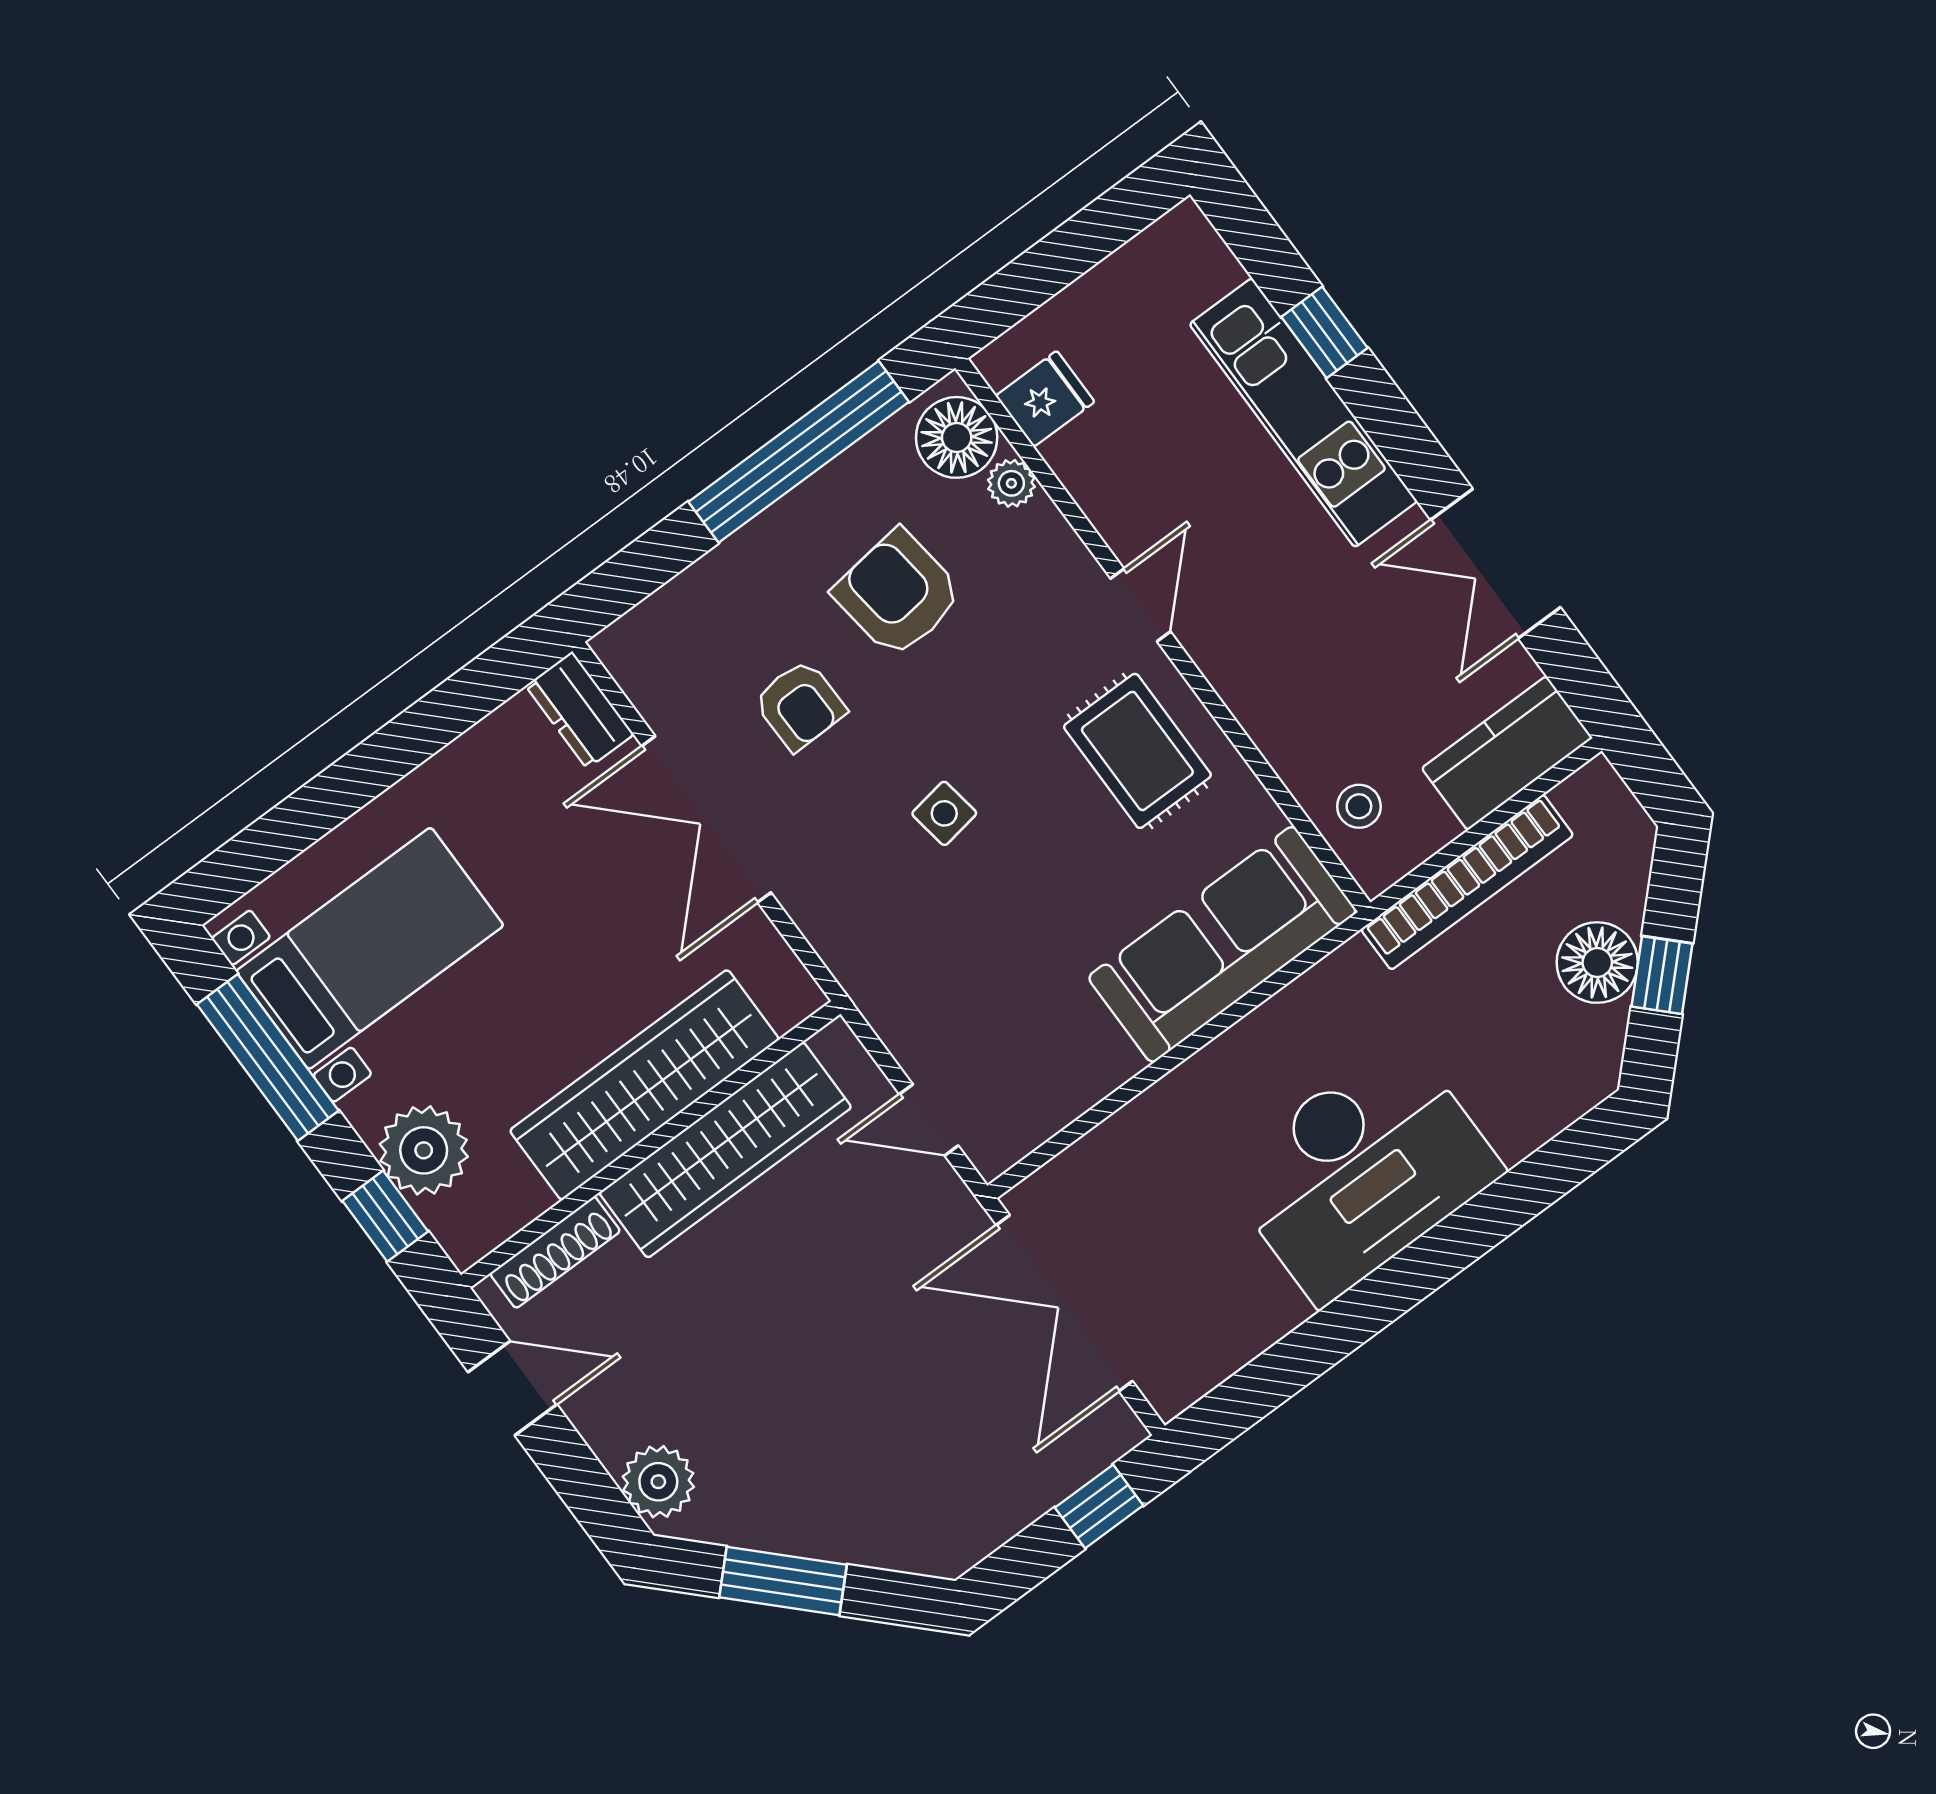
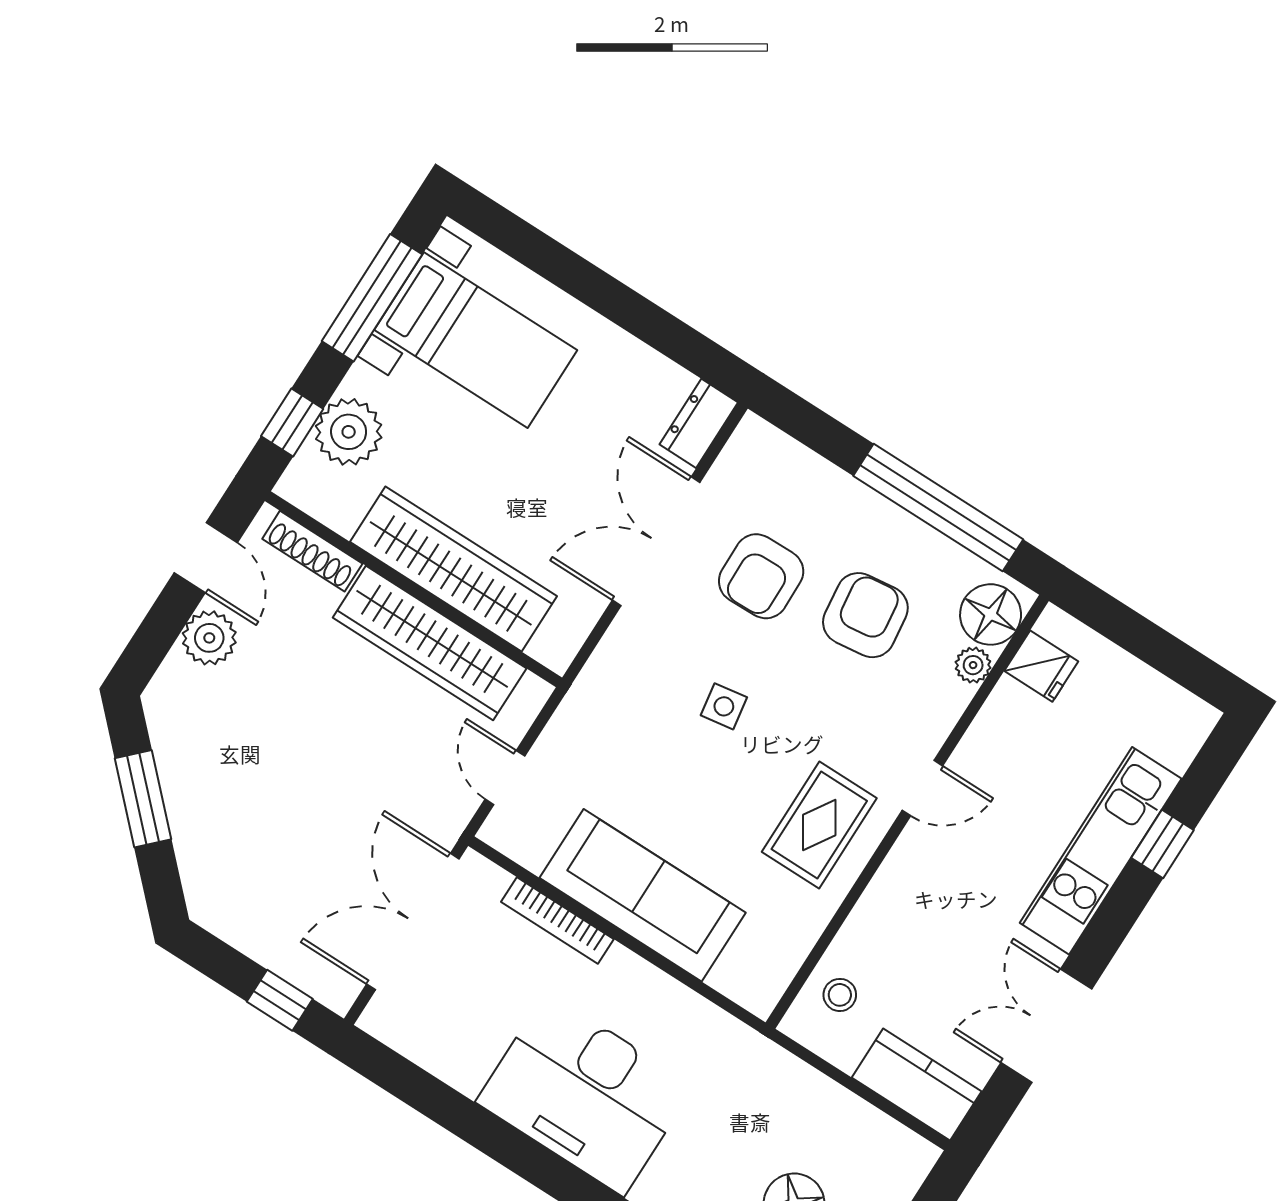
armchair: (800, 705) -> (761, 576), width x1.38, depth x1.38
bookcase: (1467, 882) -> (557, 920), moved, width x0.68, depth x0.76
sofa: (1222, 944) -> (643, 895), moved
plant: (658, 1482) -> (209, 638), moved

